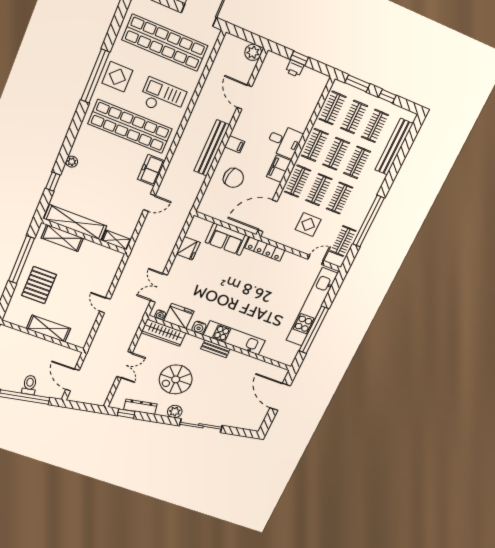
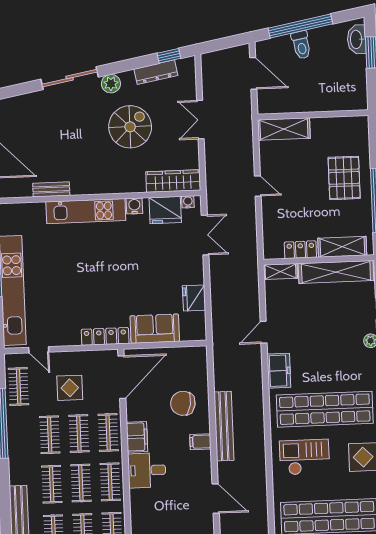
checkout: (163, 97) -> (304, 457), turned 180
locker: (94, 249) -> (300, 250), added
door: (316, 260) -> (39, 350), hinge flipped
shelving: (48, 329) -> (284, 129), moved
bench: (215, 349) -> (51, 189), moved

